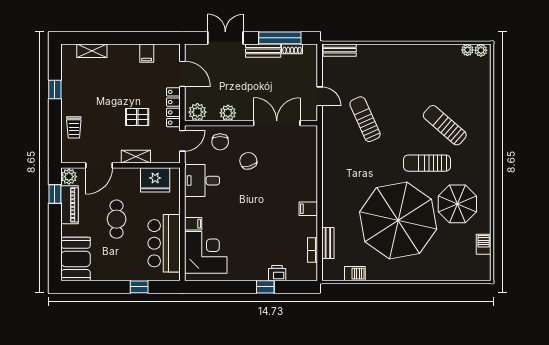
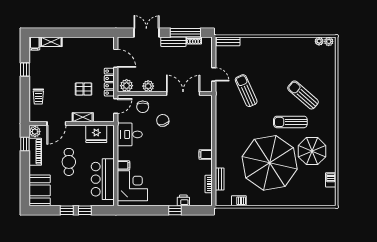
filing cabinet: (147, 53) -> (35, 43), moved
window: (114, 287) -> (67, 210), added

